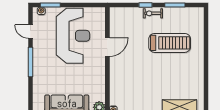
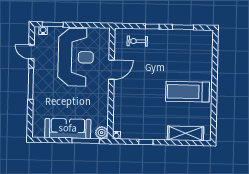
exercise bike: (153, 13) -> (137, 41), moved
treadmill: (170, 43) -> (188, 92), moved, turned 180

